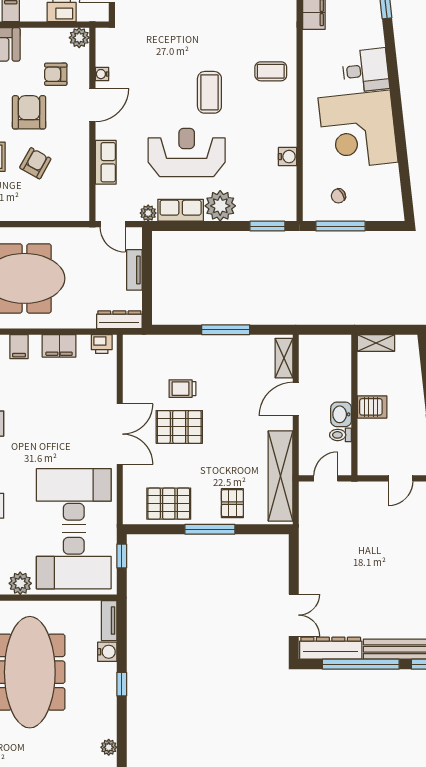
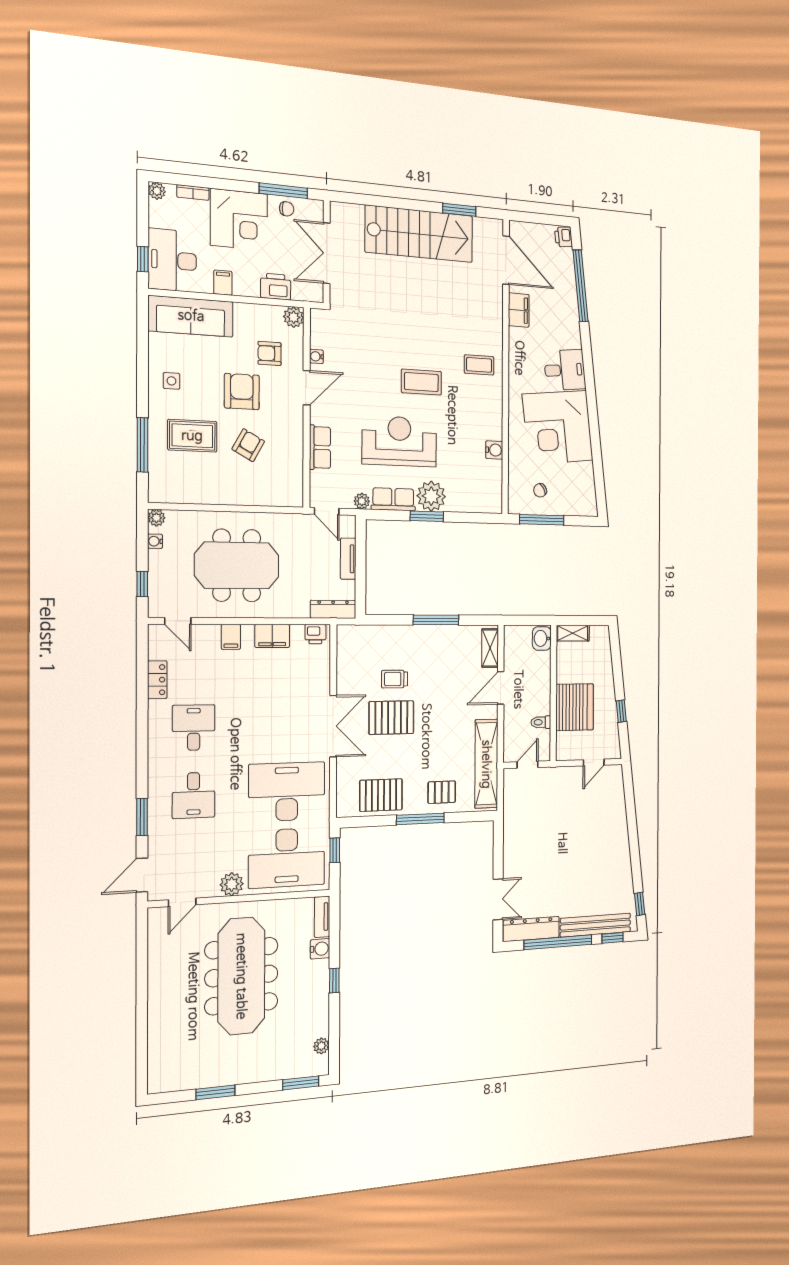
coffee table: (209, 92) -> (421, 382), turned 90
window: (267, 226) -> (427, 516), moved
server rack: (372, 407) -> (575, 707), width x2.18, depth x1.44
washbasin: (341, 414) -> (542, 638), moved
pallet: (232, 503) -> (442, 792), turned 90

